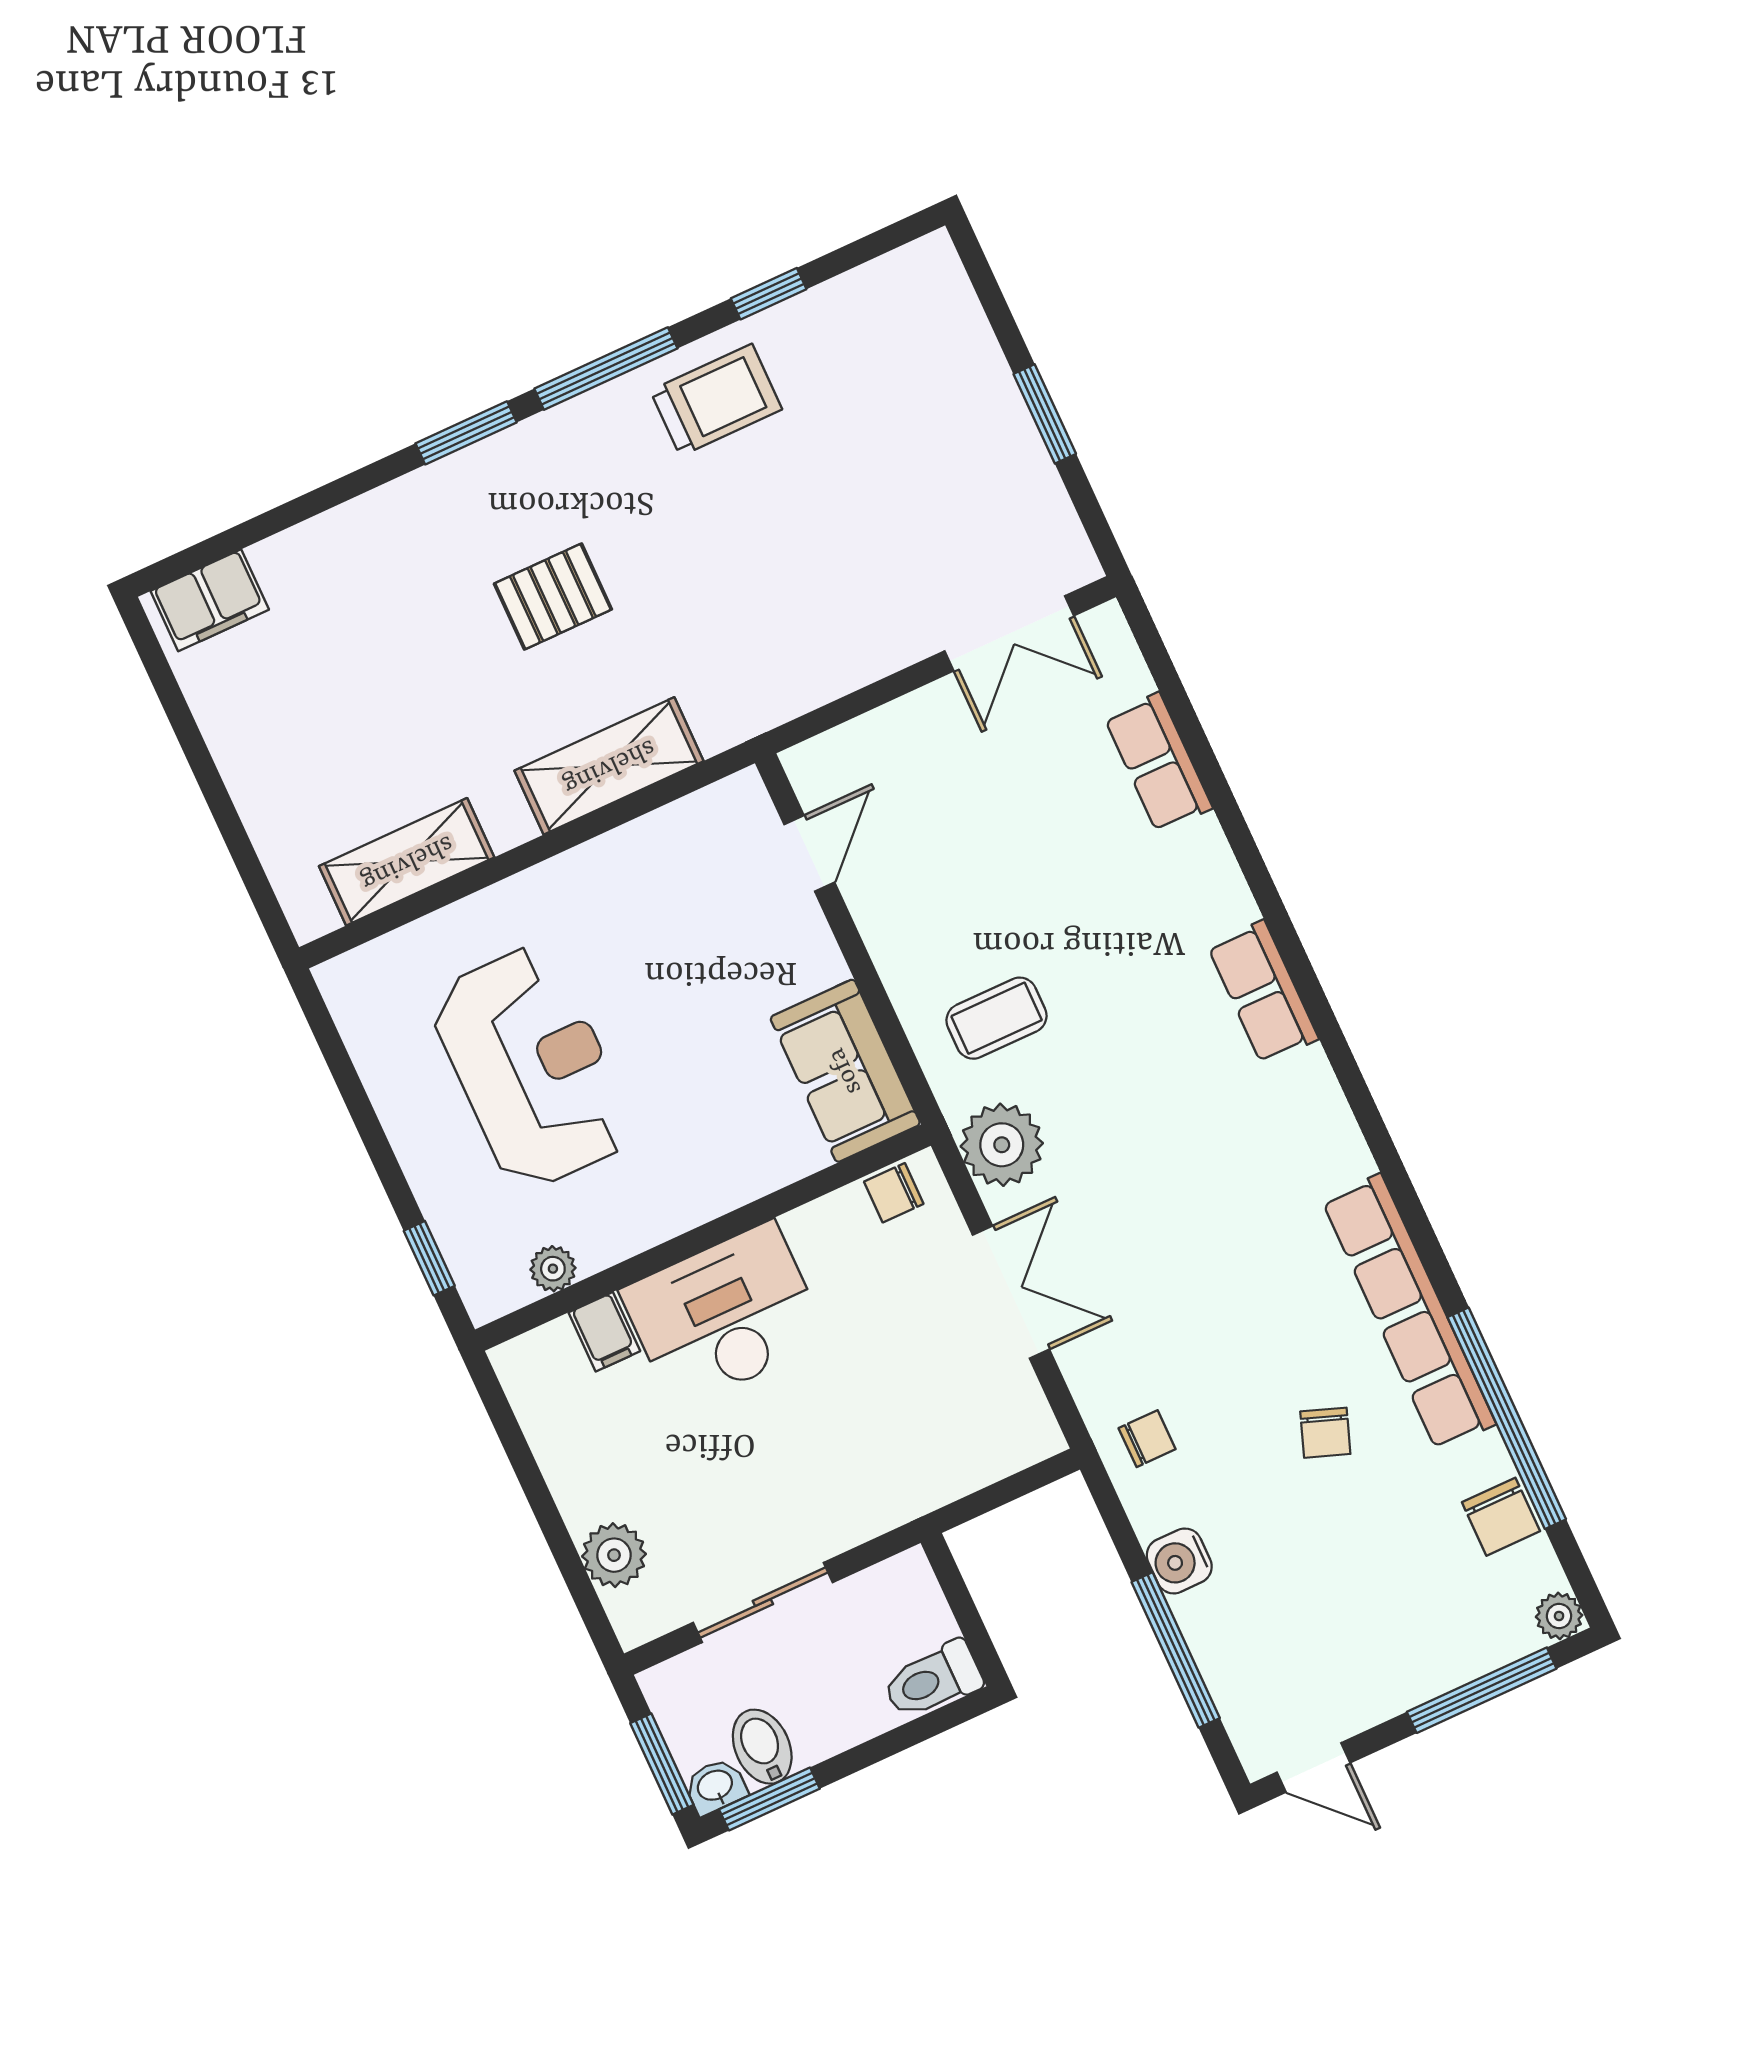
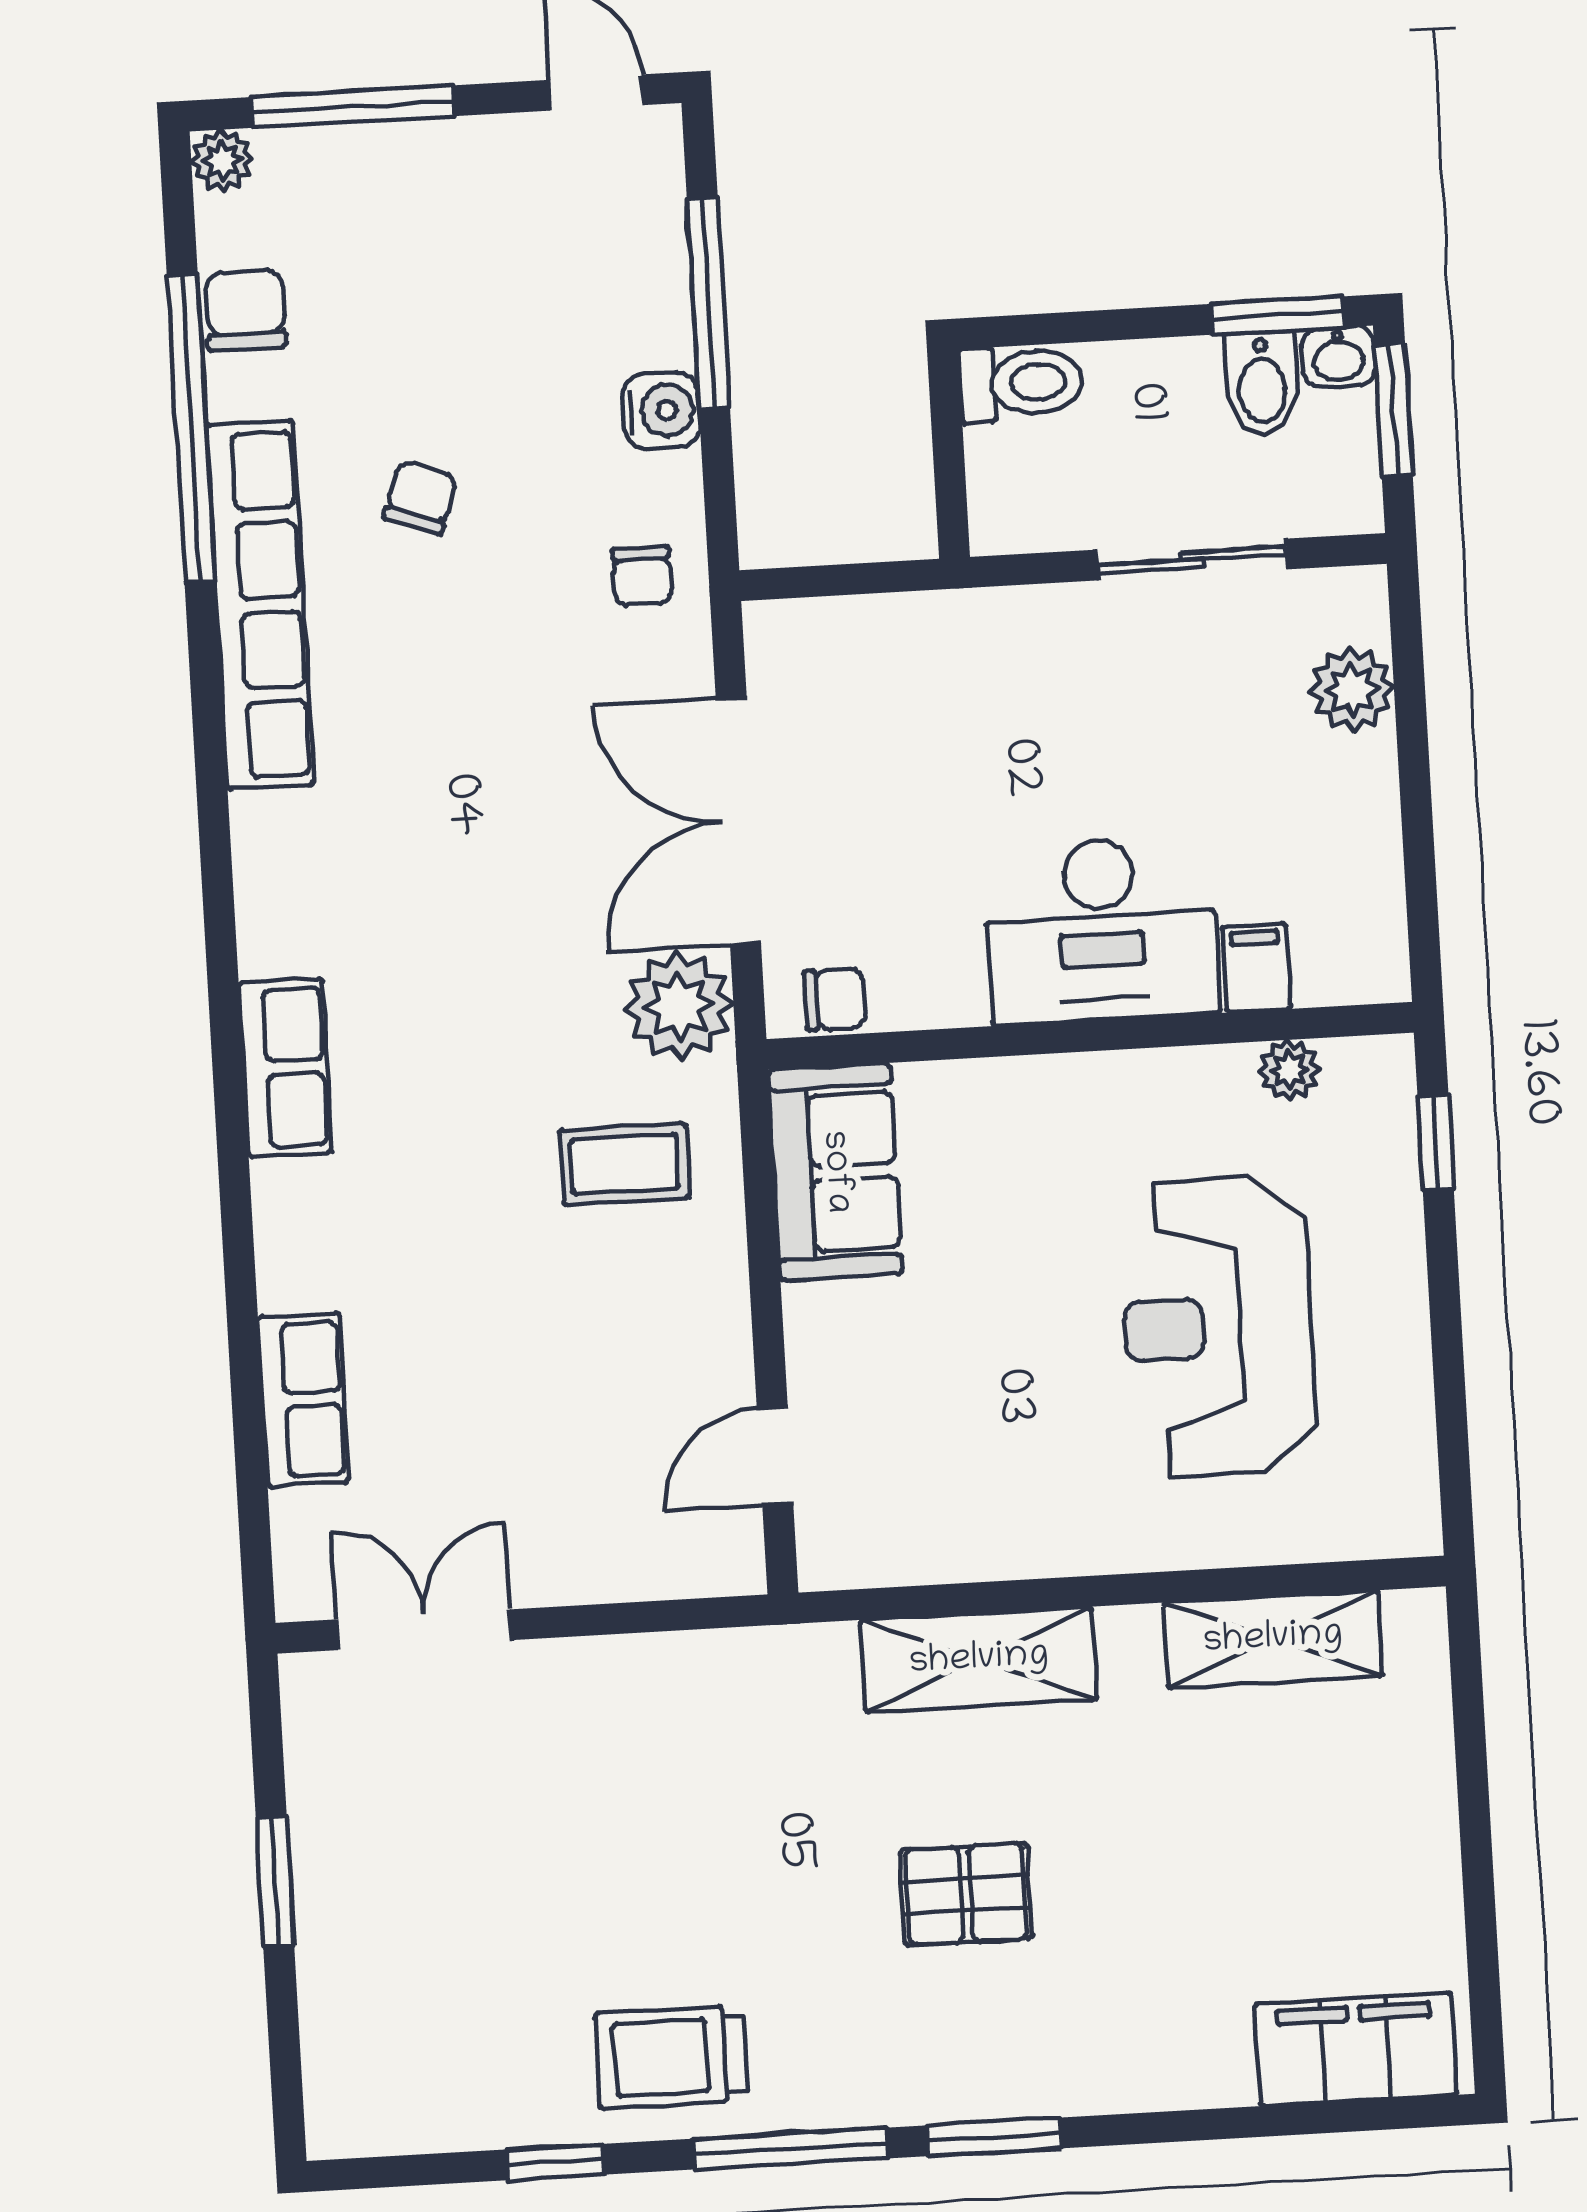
filing cabinet: (210, 600) -> (1355, 2049), width x1.50, depth x1.17
double door: (1011, 1292) -> (738, 821), width x1.37
chair: (1147, 1439) -> (642, 576), turned -90

